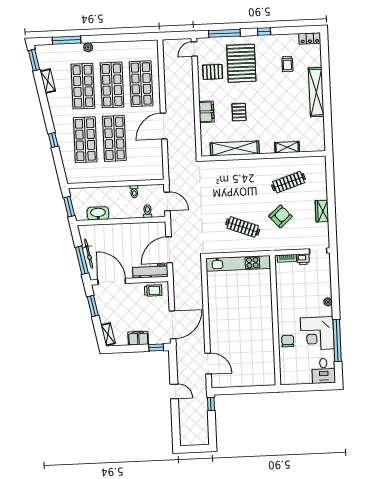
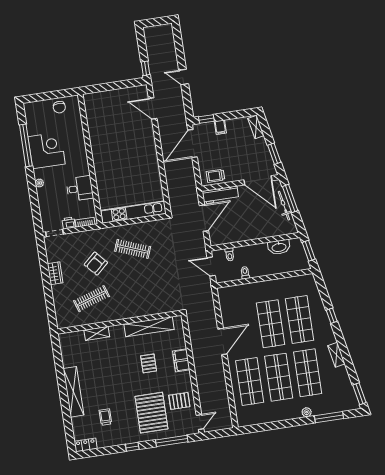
shelving: (48, 81) -> (336, 355), moved
filing cabinet: (138, 338) -> (220, 127), width x0.50
chair: (288, 341) -> (59, 107), moved
desk: (324, 371) -> (80, 188), moved, turned 90

